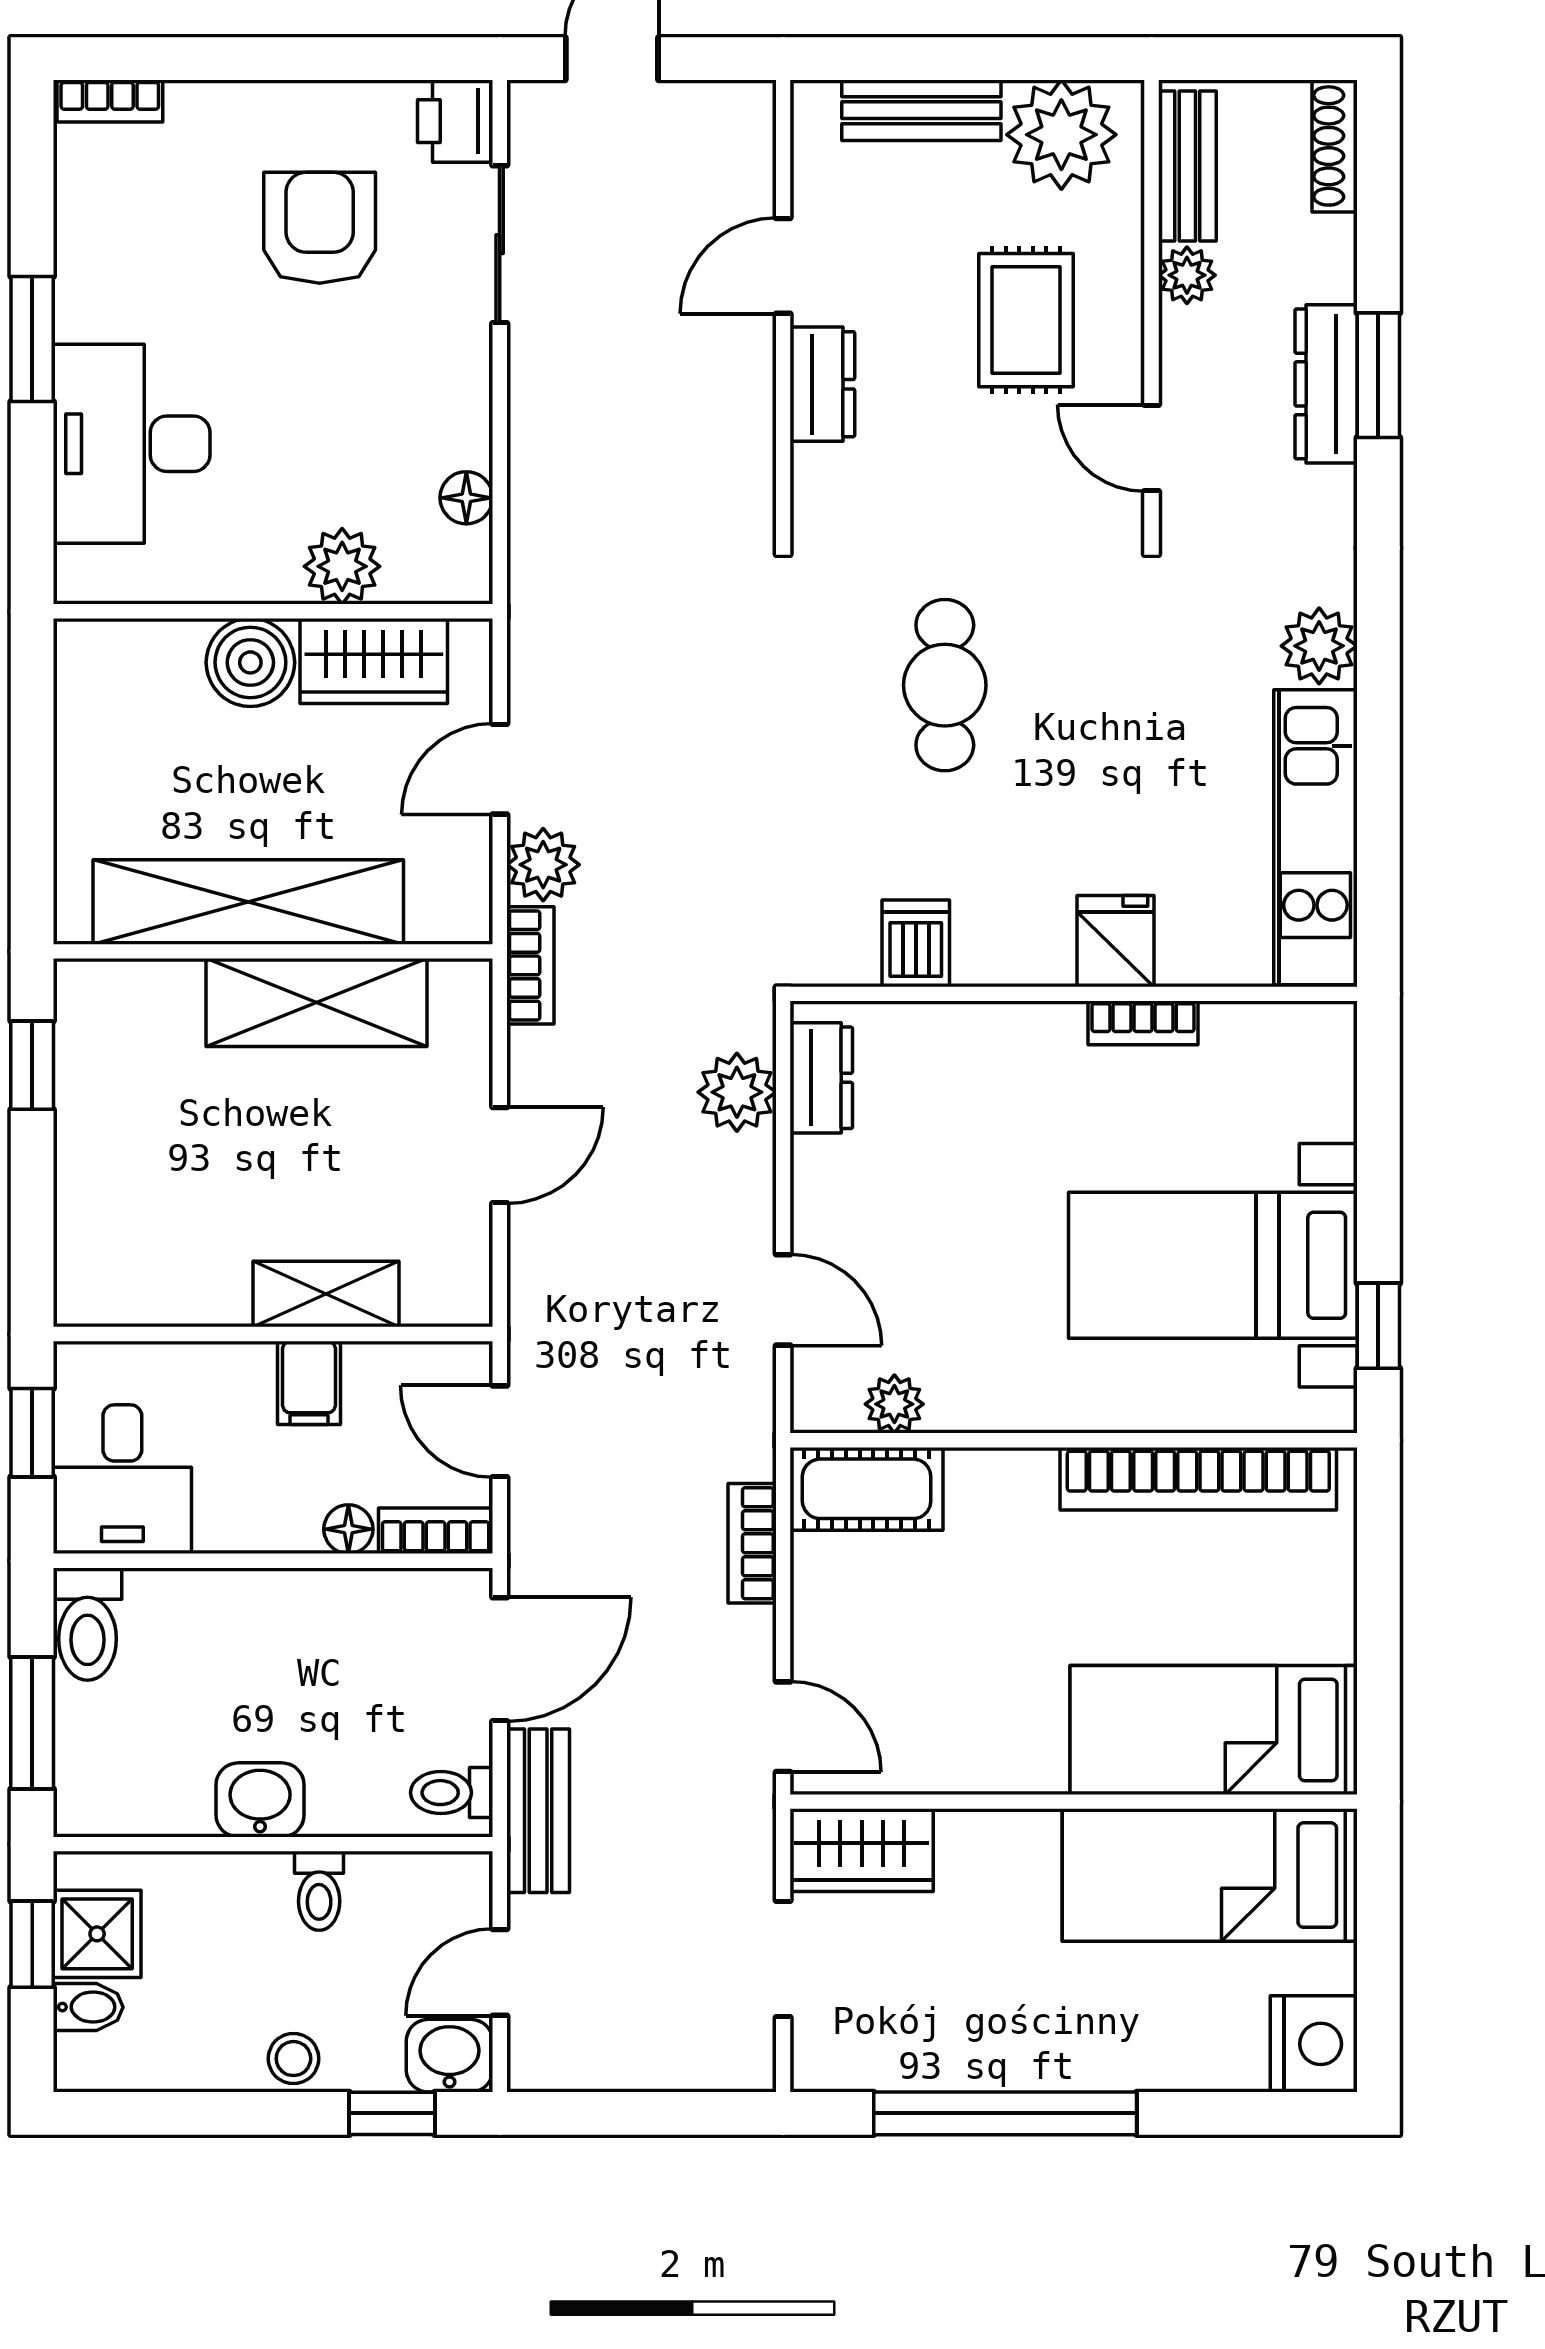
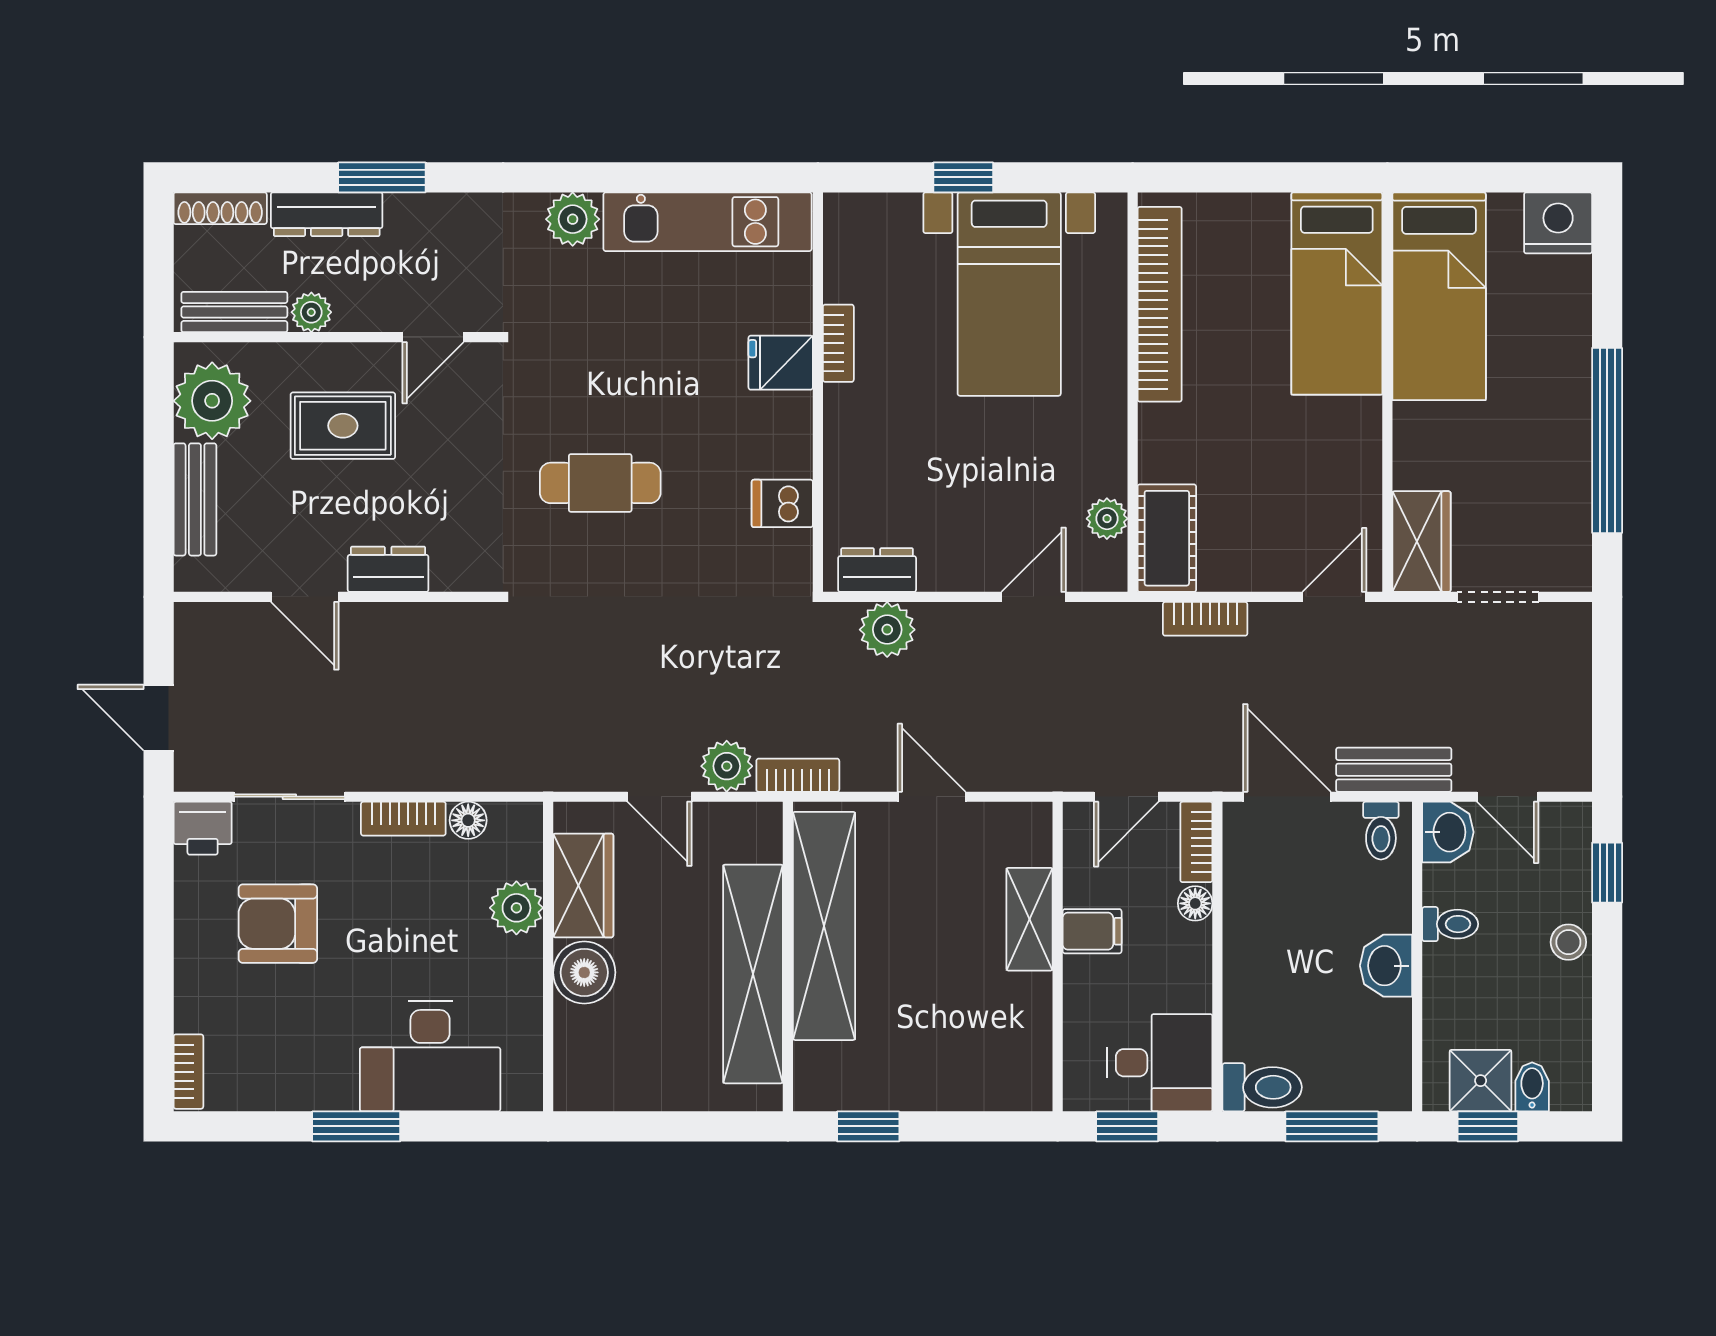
dresser: (1326, 384) -> (327, 214), moved
bookcase: (469, 406) -> (403, 819), added
shelving: (316, 1003) -> (824, 926), width x1.47
window: (1378, 1326) -> (963, 177), moved
washbasin: (450, 2056) -> (1448, 832), moved, turned 180

